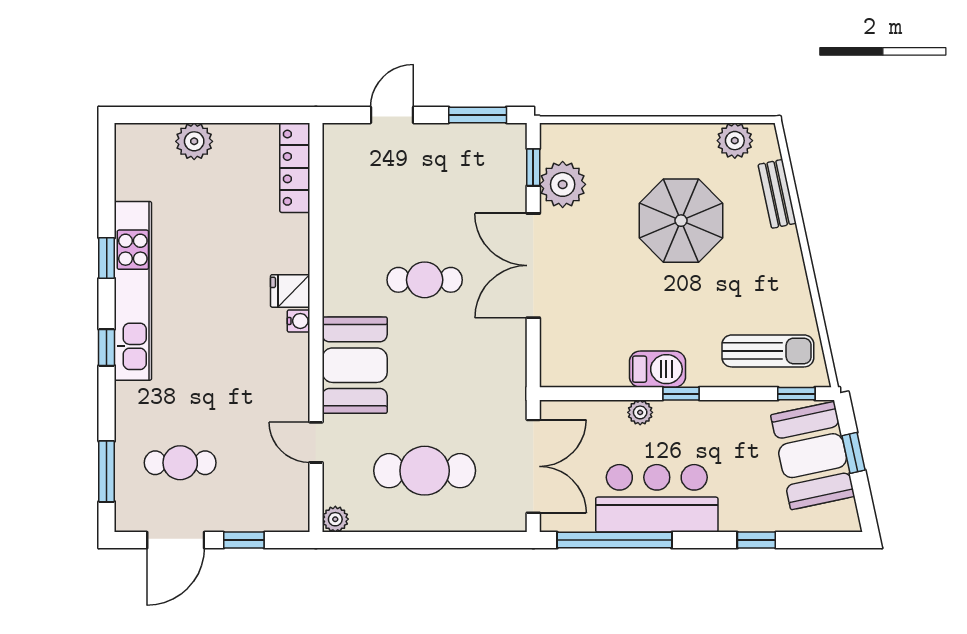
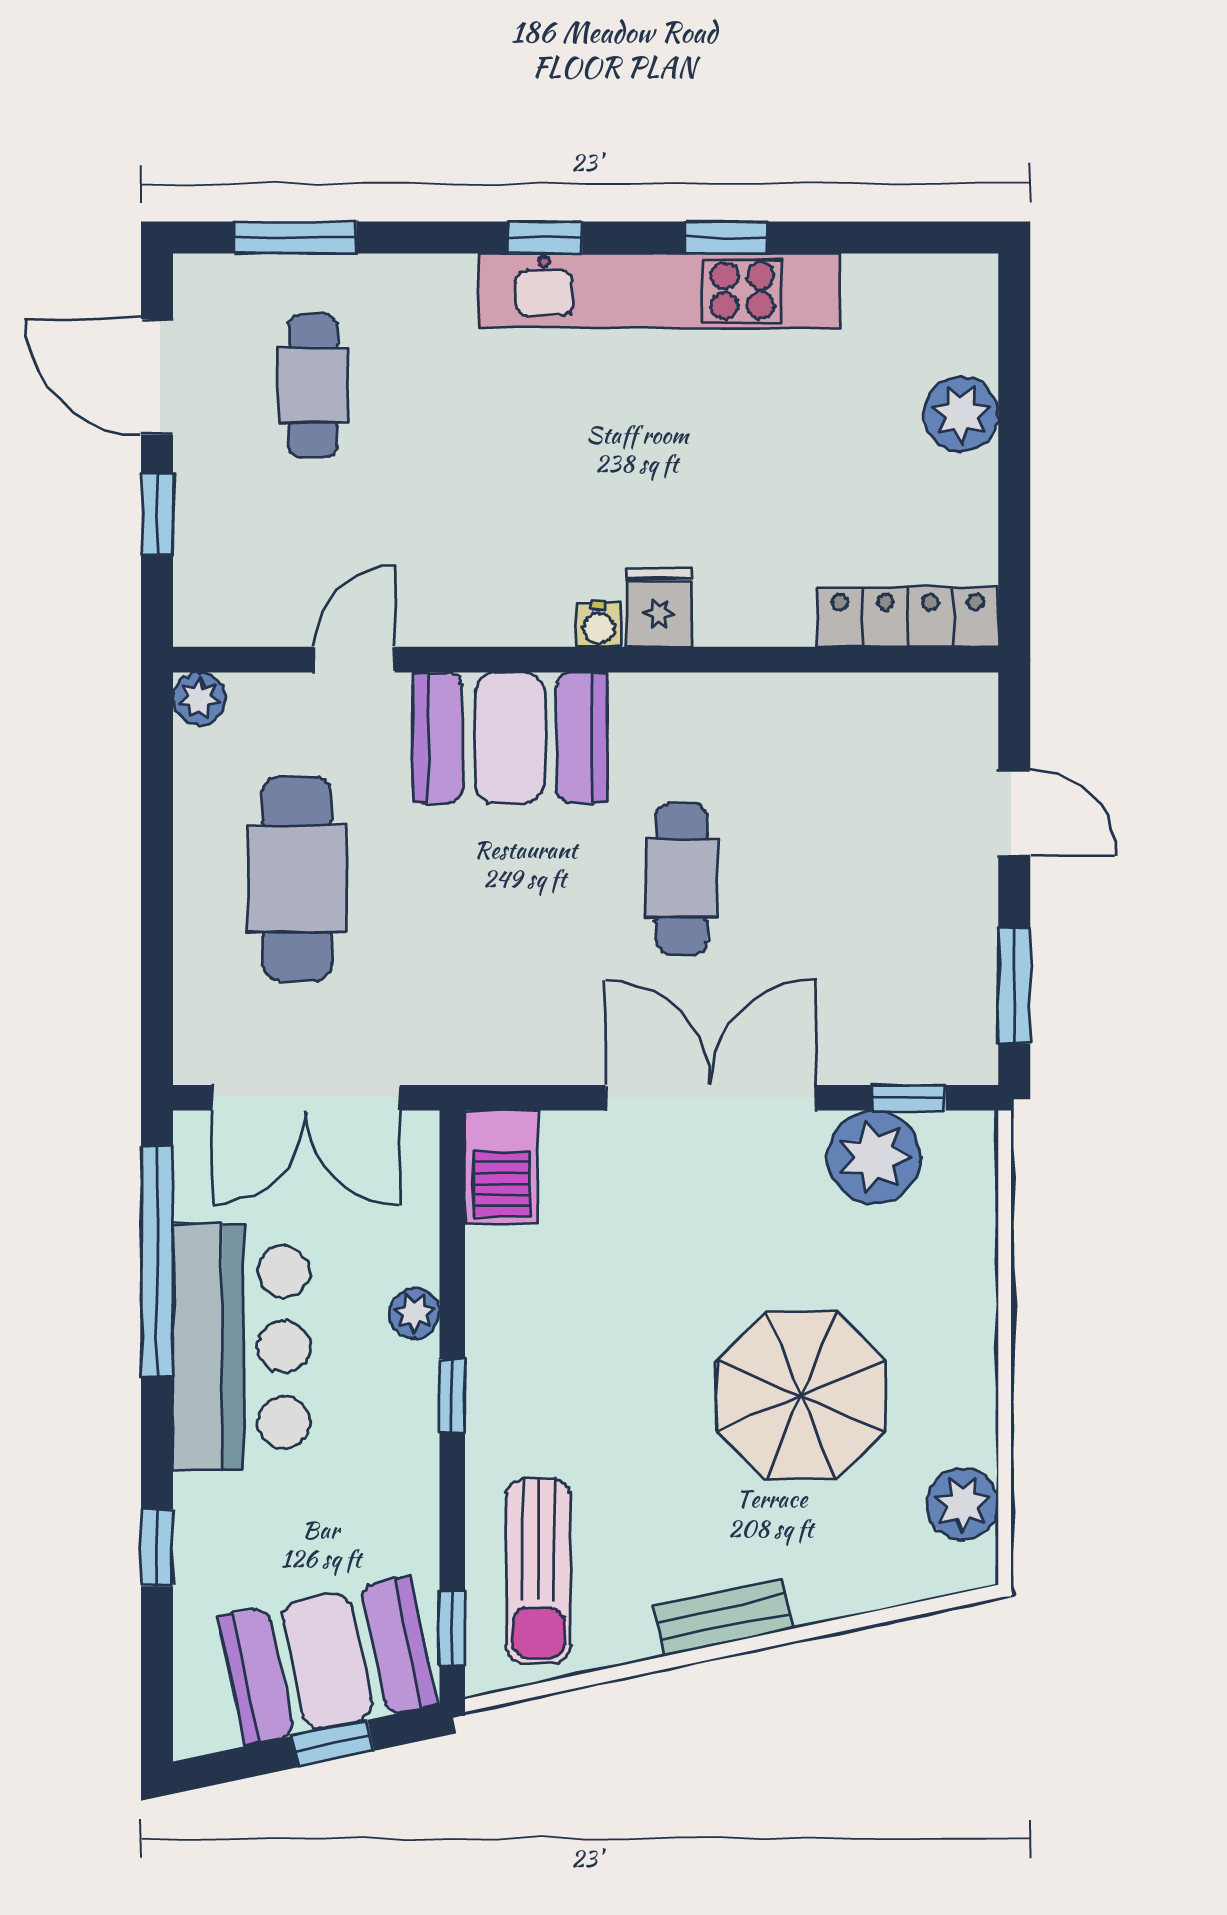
bench: (777, 194) -> (723, 1618), moved
barbecue: (657, 369) -> (502, 1167), moved

